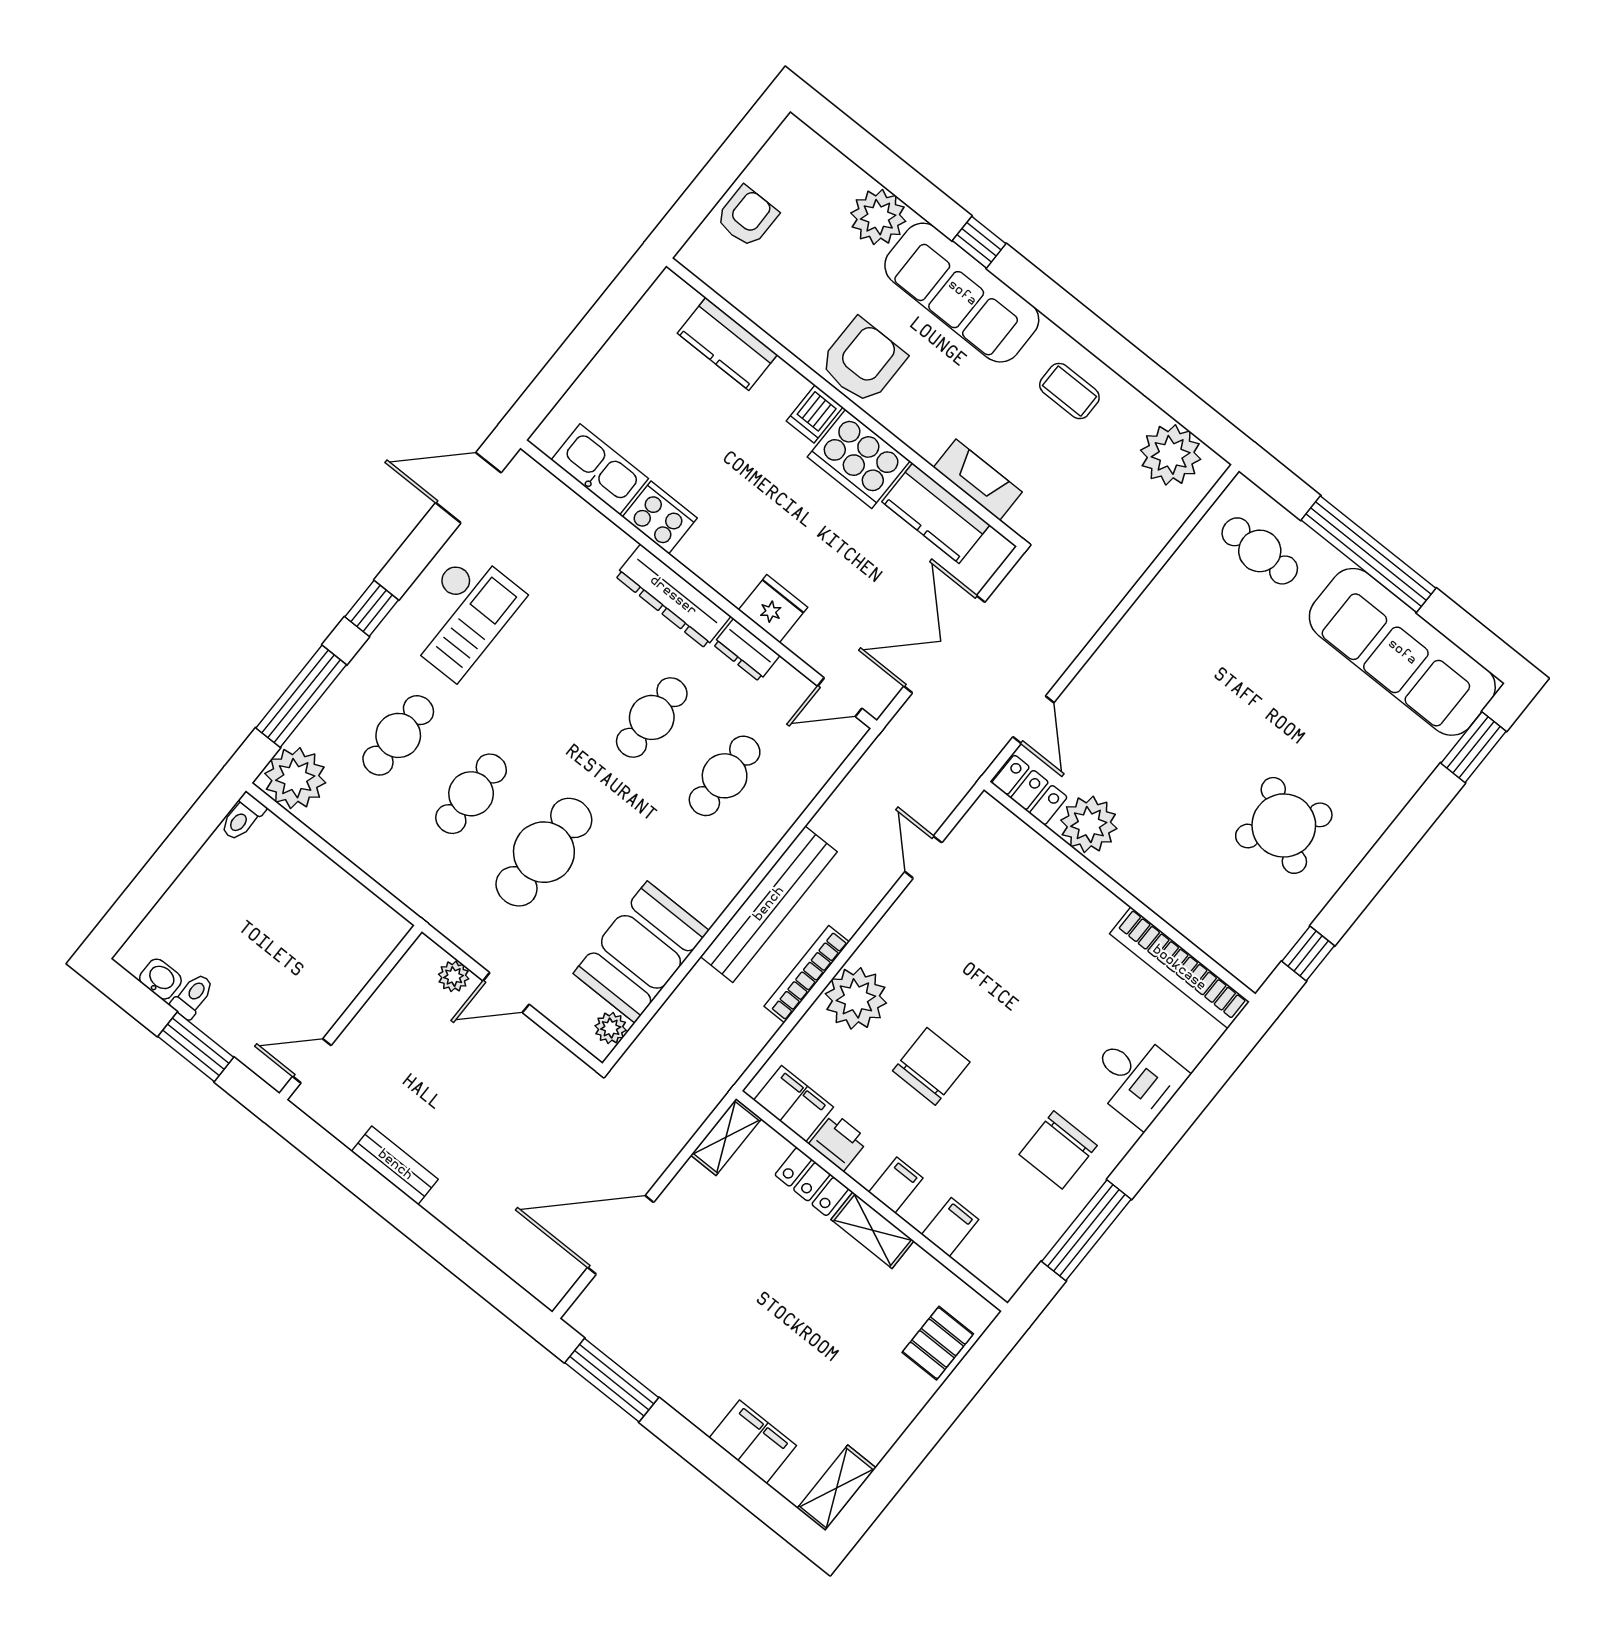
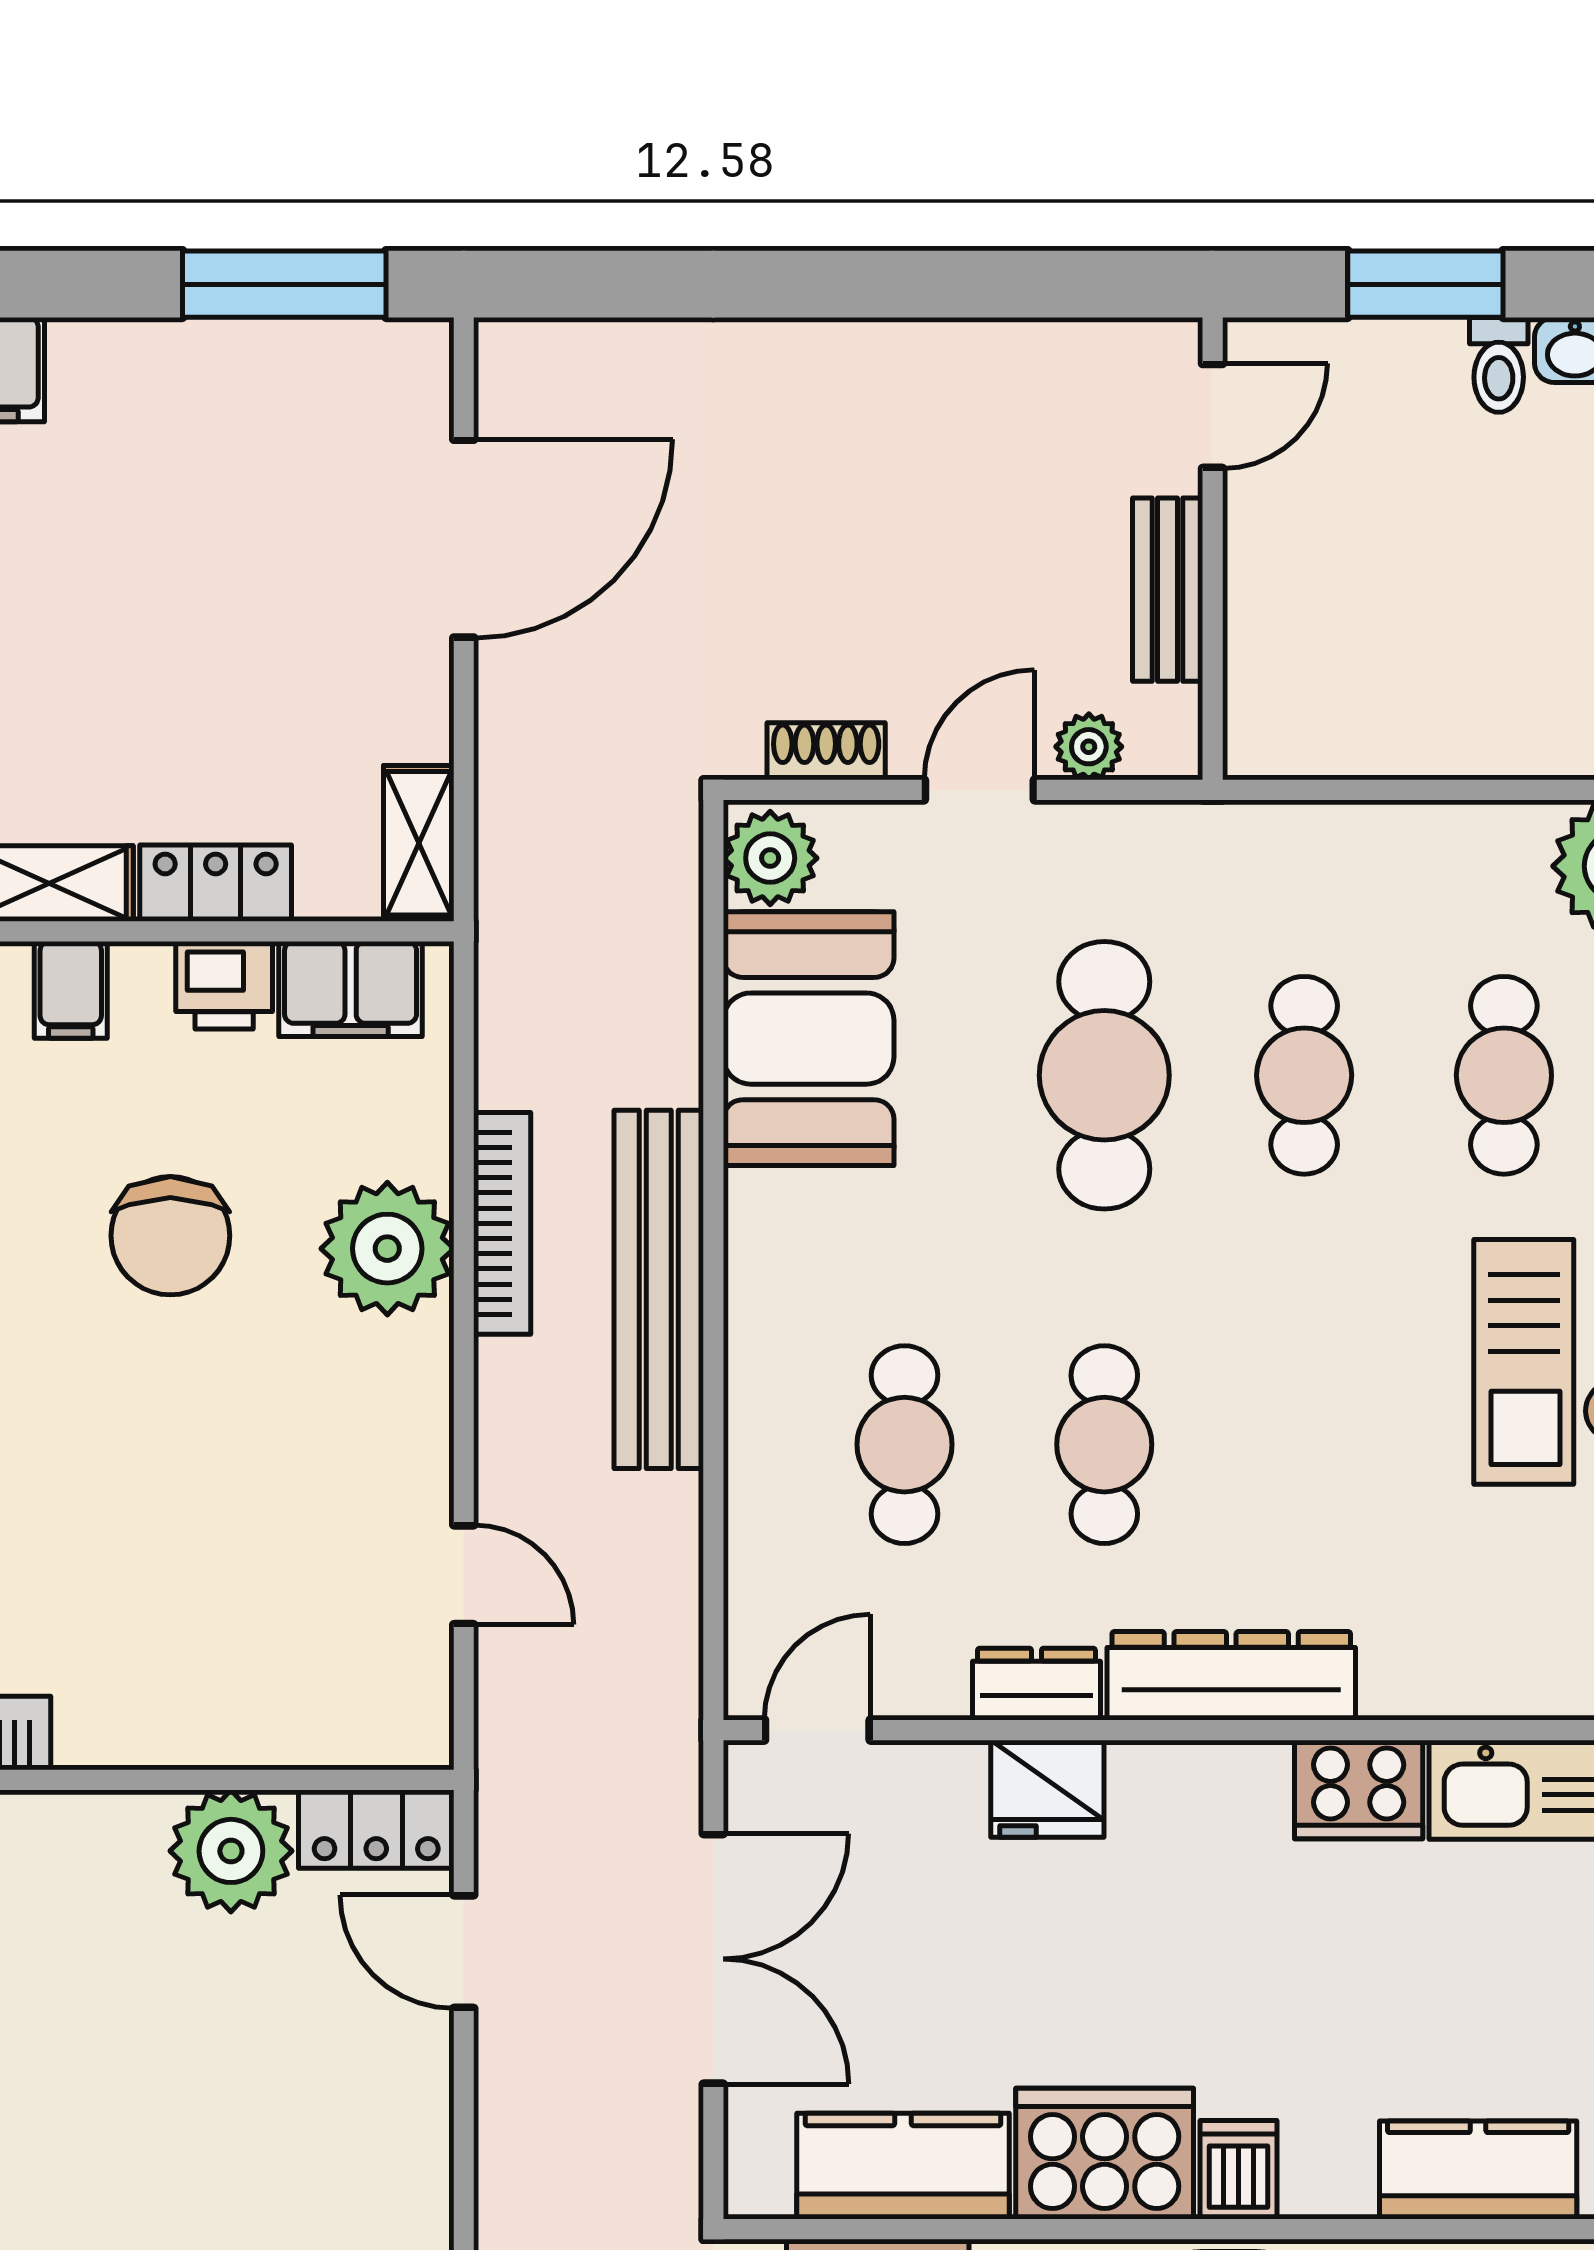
plant: (611, 1028) -> (770, 858), width x1.38, depth x1.38
shoe rack: (551, 1051) -> (826, 751), added
bench: (395, 1165) -> (1168, 590), moved, turned 90

